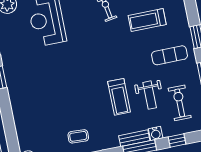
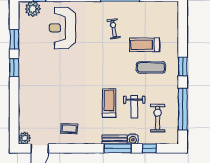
exercise mat: (170, 55) -> (151, 67), moved
treadmill: (119, 97) -> (109, 103), turned 180

